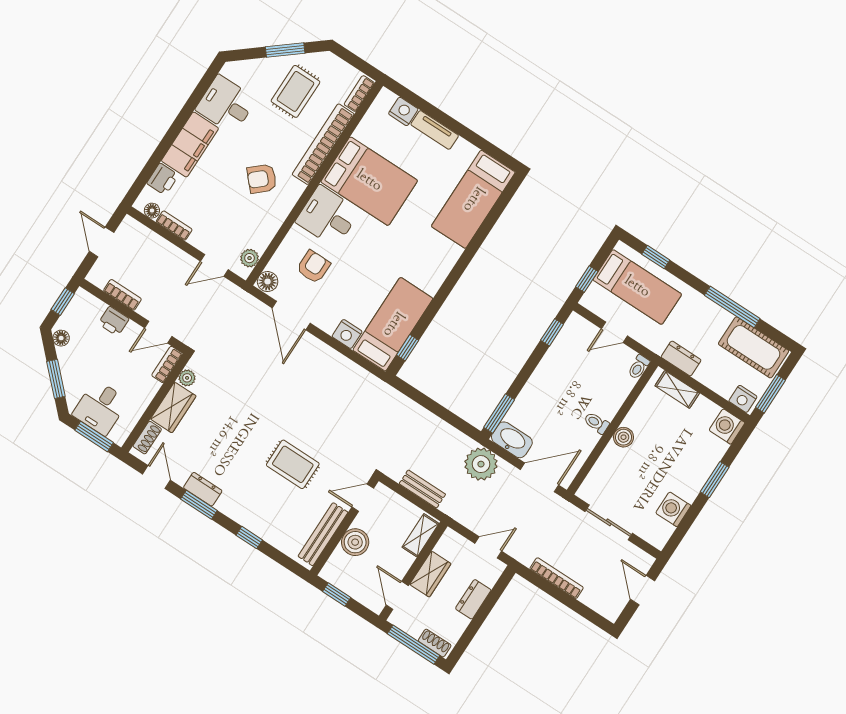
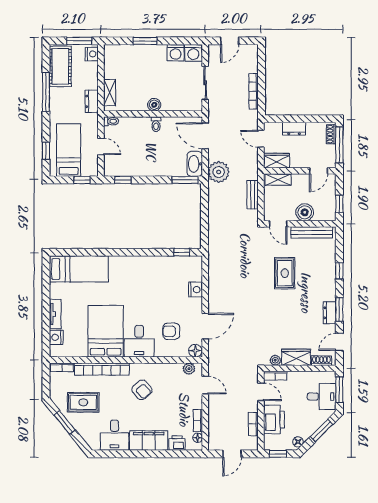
printer: (114, 321) -> (274, 420), width x1.87, depth x1.48
bed: (393, 324) -> (174, 268), removed
washing machine: (727, 426) -> (193, 53), moved
wardrobe: (430, 574) -> (277, 161), moved

